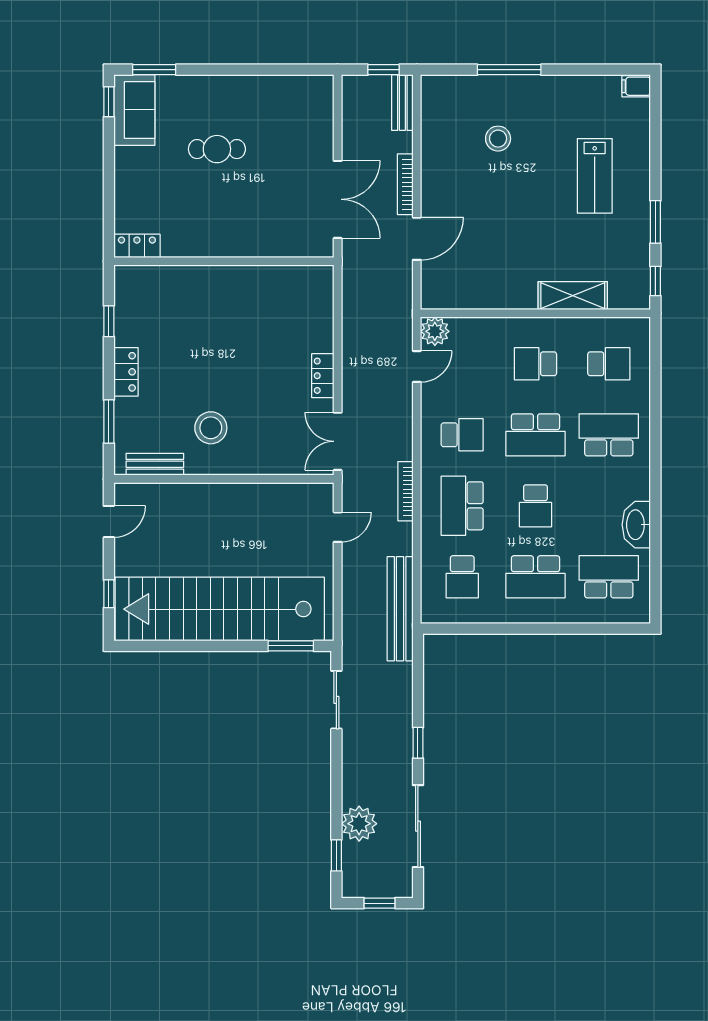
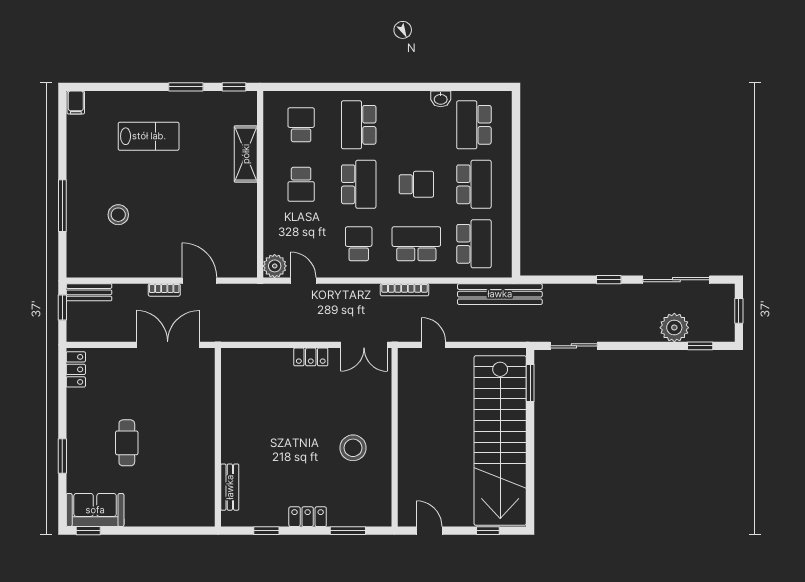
window: (154, 70) -> (62, 456), moved
bookcase: (405, 184) -> (164, 290), width x0.64
locker: (137, 246) -> (76, 369), moved, turned 180
bench: (155, 464) -> (230, 487), moved
school desk: (462, 506) -> (416, 244), turned 180
washbasin: (636, 525) -> (441, 99), width x0.52, depth x0.69
school desk: (462, 577) -> (474, 244), width x1.85

